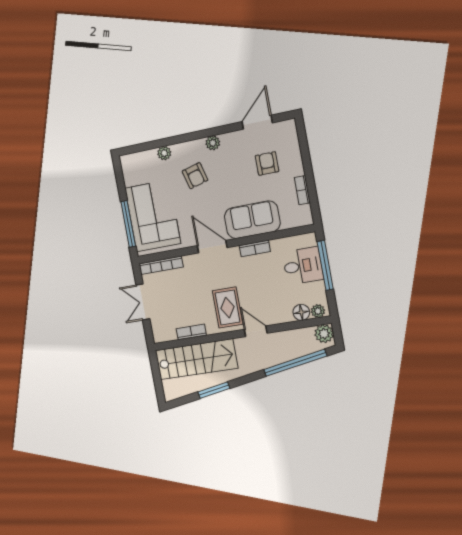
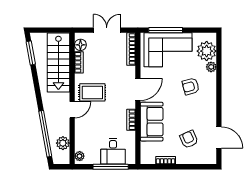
plant: (213, 143) -> (207, 51), moved, width x1.87, depth x1.87
armchair: (267, 163) -> (189, 139), turned -114
floor lamp: (301, 312) -> (80, 45), moved
plant: (324, 334) -> (63, 143), moved
window: (214, 390) -> (31, 53), moved

